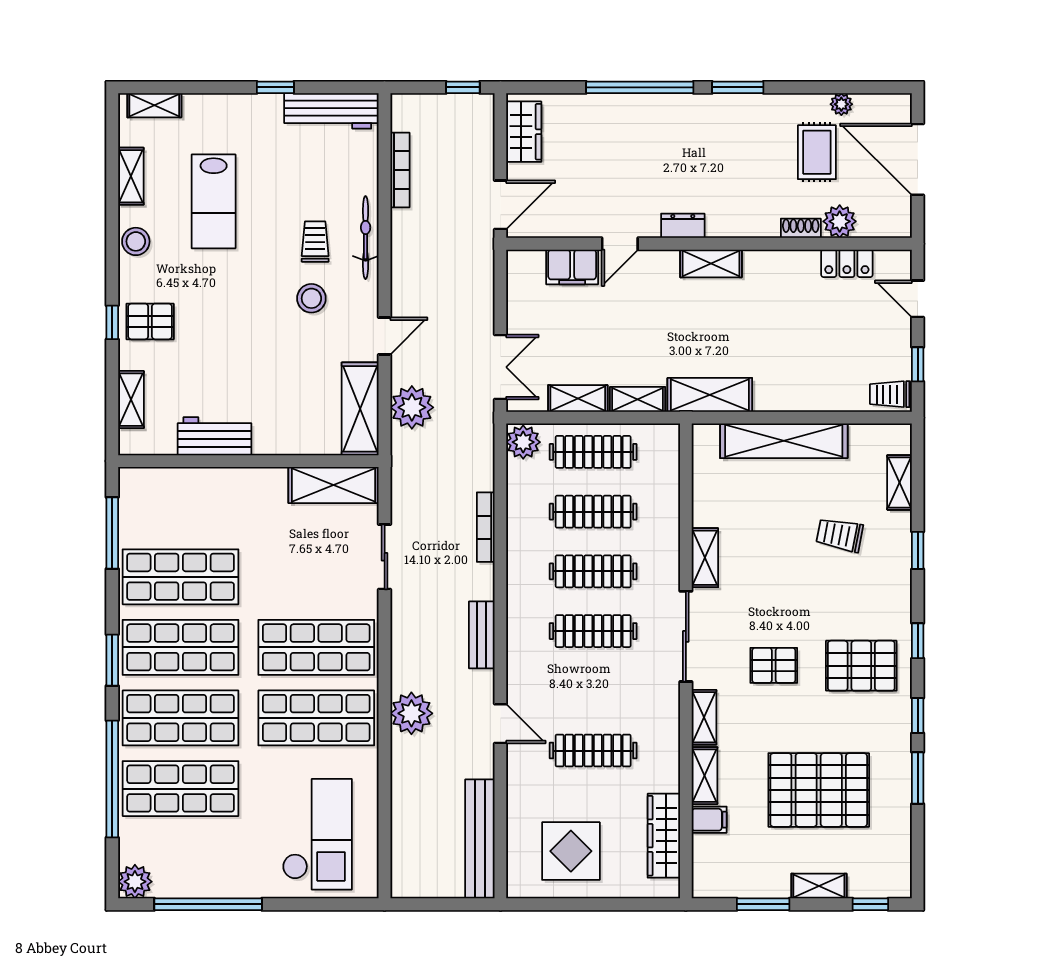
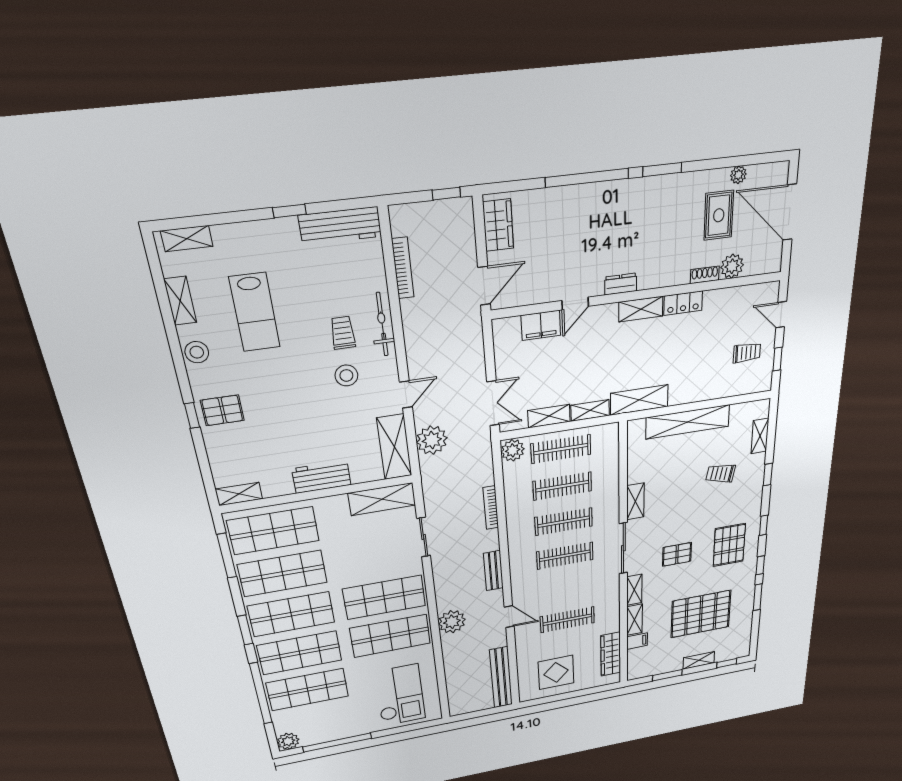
locker: (847, 263) -> (683, 303), moved
trolley: (890, 394) -> (747, 353), moved, turned 180
shelving: (131, 400) -> (239, 494), moved, turned 90
workbench: (215, 436) -> (321, 477), moved
shop shelf: (181, 506) -> (273, 531), added
pallet: (861, 666) -> (729, 545), turned 90

